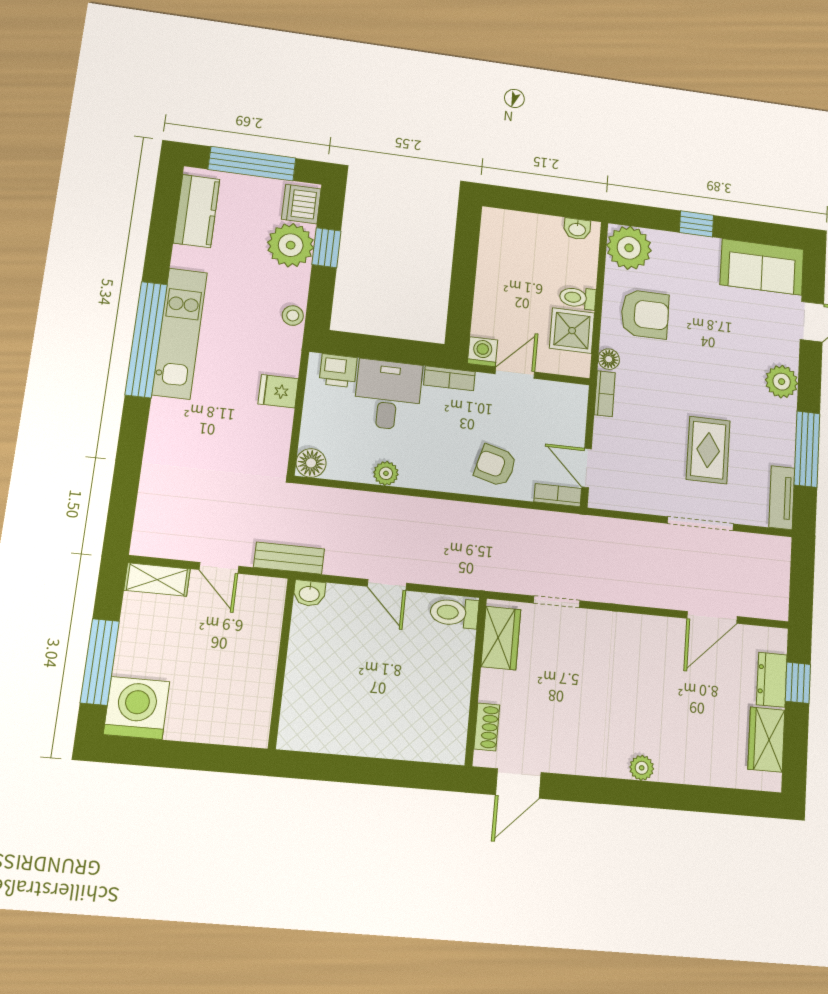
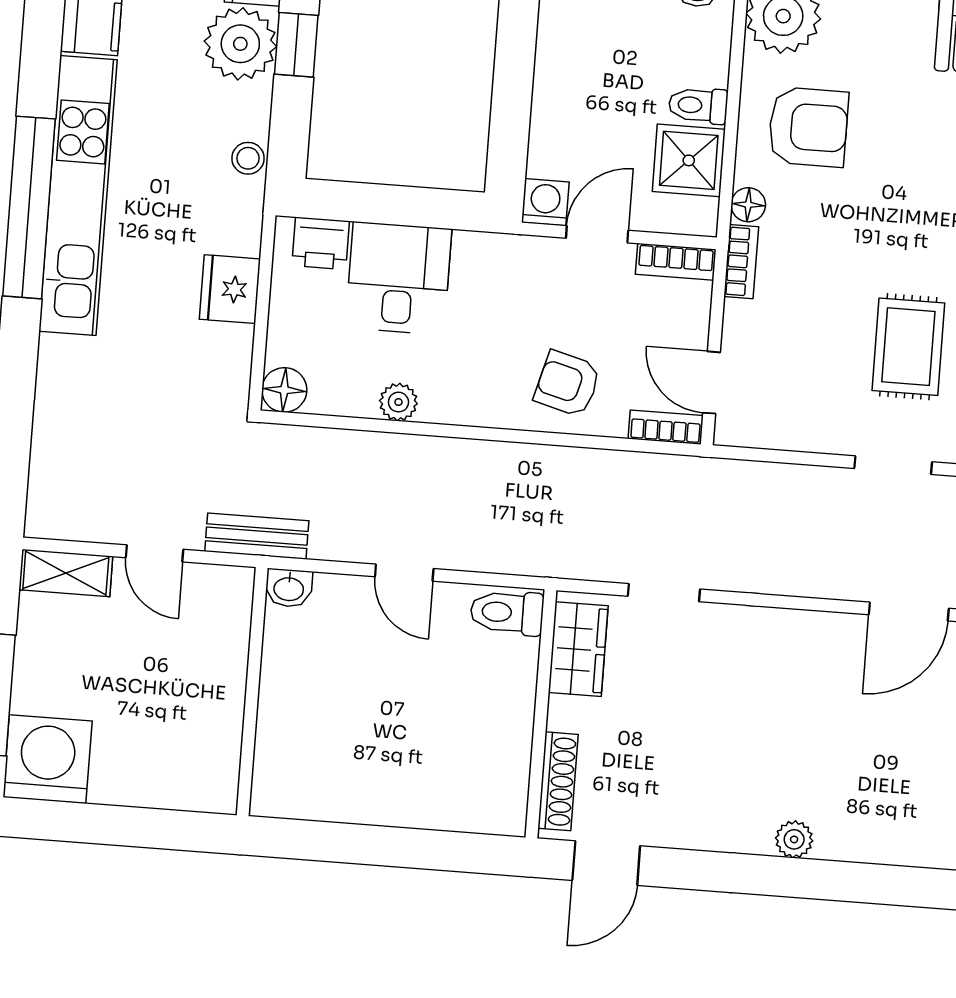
kitchen unit: (180, 333) -> (78, 195), width x1.36
bookcase: (449, 378) -> (676, 262), moved
fridge: (278, 391) -> (230, 289), width x1.38
doorway: (700, 524) -> (893, 465), width x0.73
shoe rack: (487, 727) -> (558, 781), width x1.43

